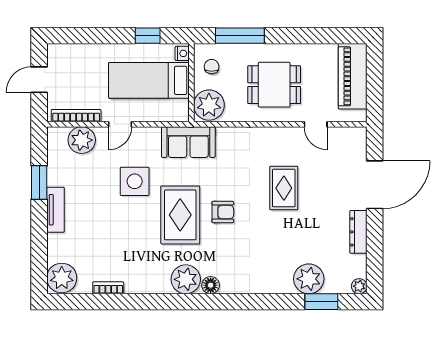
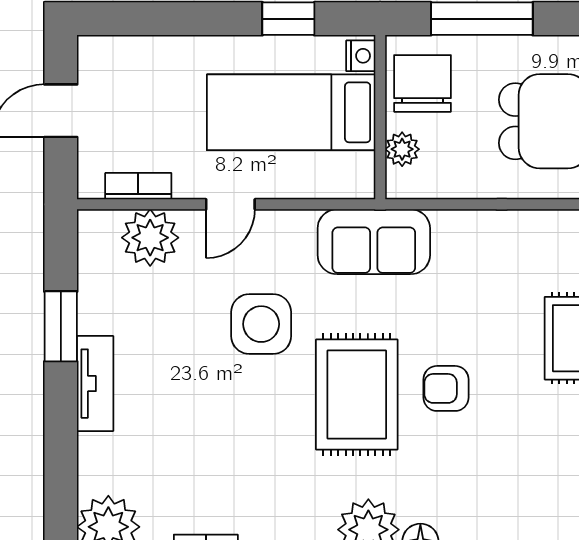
chair: (212, 67) -> (423, 83), width x1.87, depth x1.87
plant: (209, 105) -> (402, 149), width x0.53, depth x0.53
bookcase: (76, 116) -> (138, 186), width x0.64
armchair: (223, 212) -> (446, 388), turned 180

